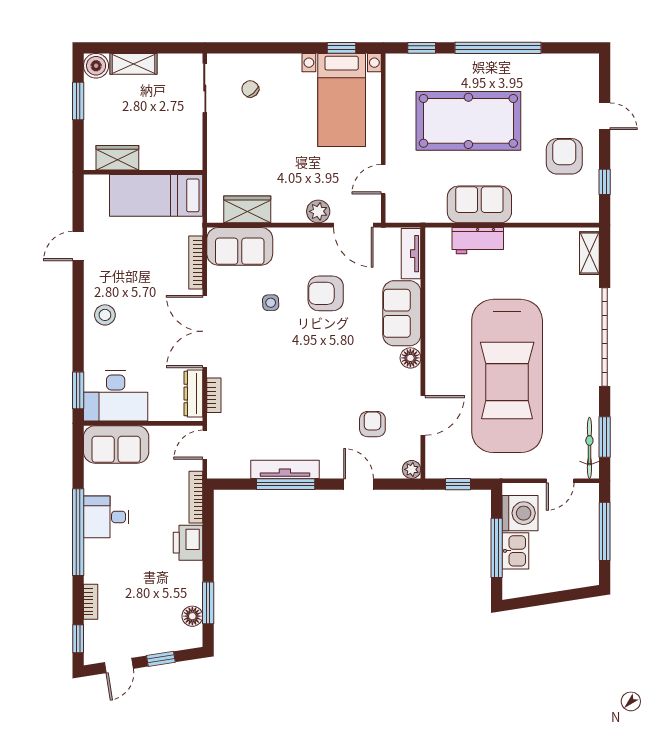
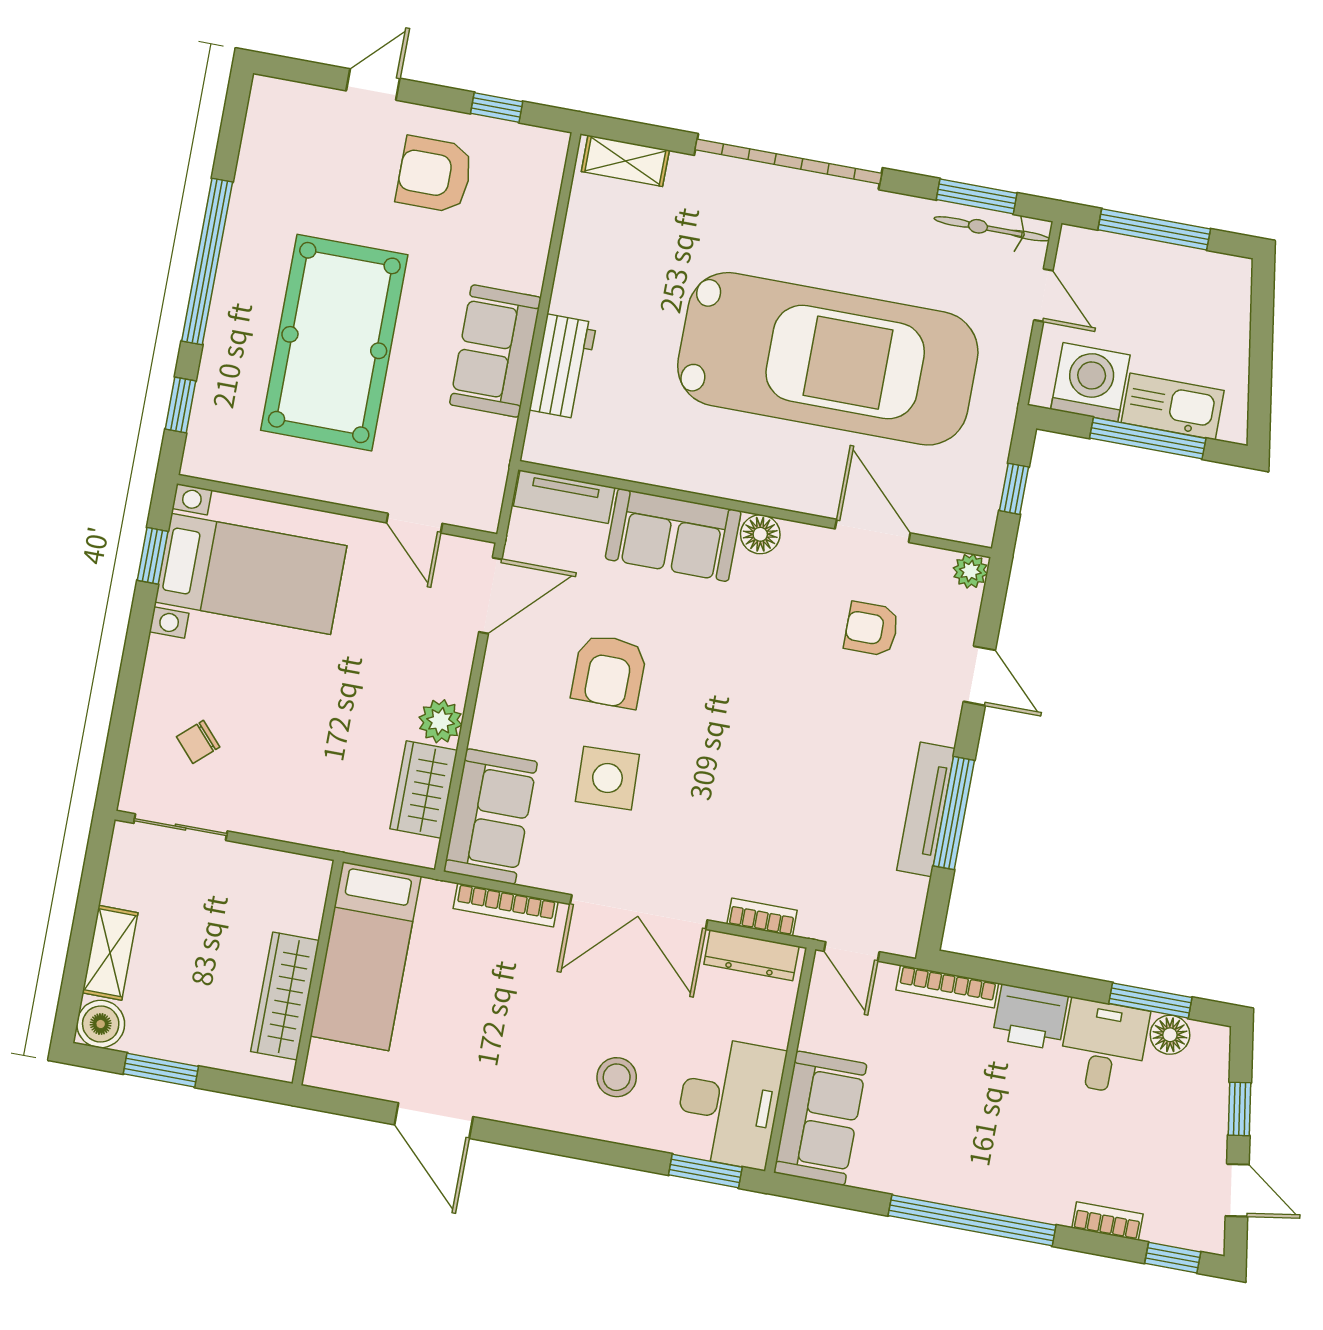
wardrobe: (117, 158) -> (285, 996), width x1.50
plant: (318, 211) -> (440, 721), moved
door: (78, 246) -> (434, 1121), width x1.38
side table: (271, 303) -> (607, 778), width x1.87, depth x1.87
stool: (105, 315) -> (617, 1077), moved
door: (359, 484) -> (979, 676), swing flipped
desk: (106, 517) -> (1103, 1047), moved, turned 180
kitchen sink: (515, 551) -> (1173, 406), width x1.38

